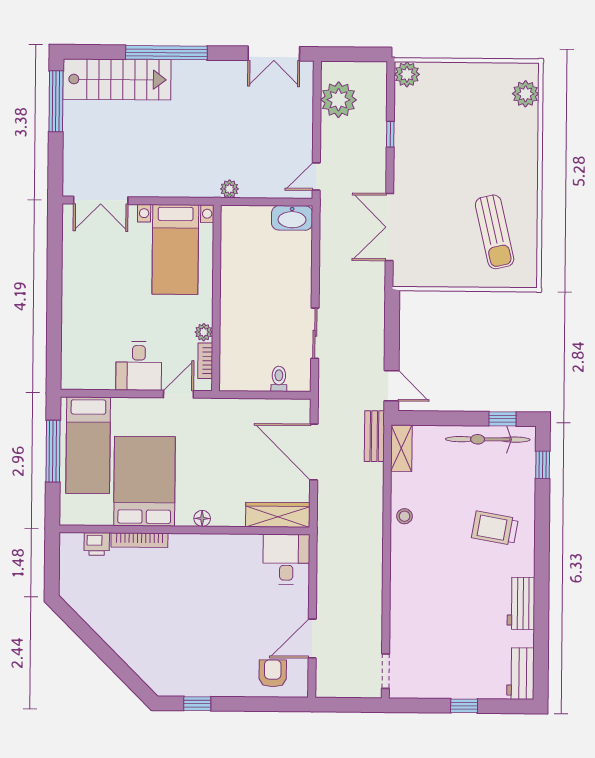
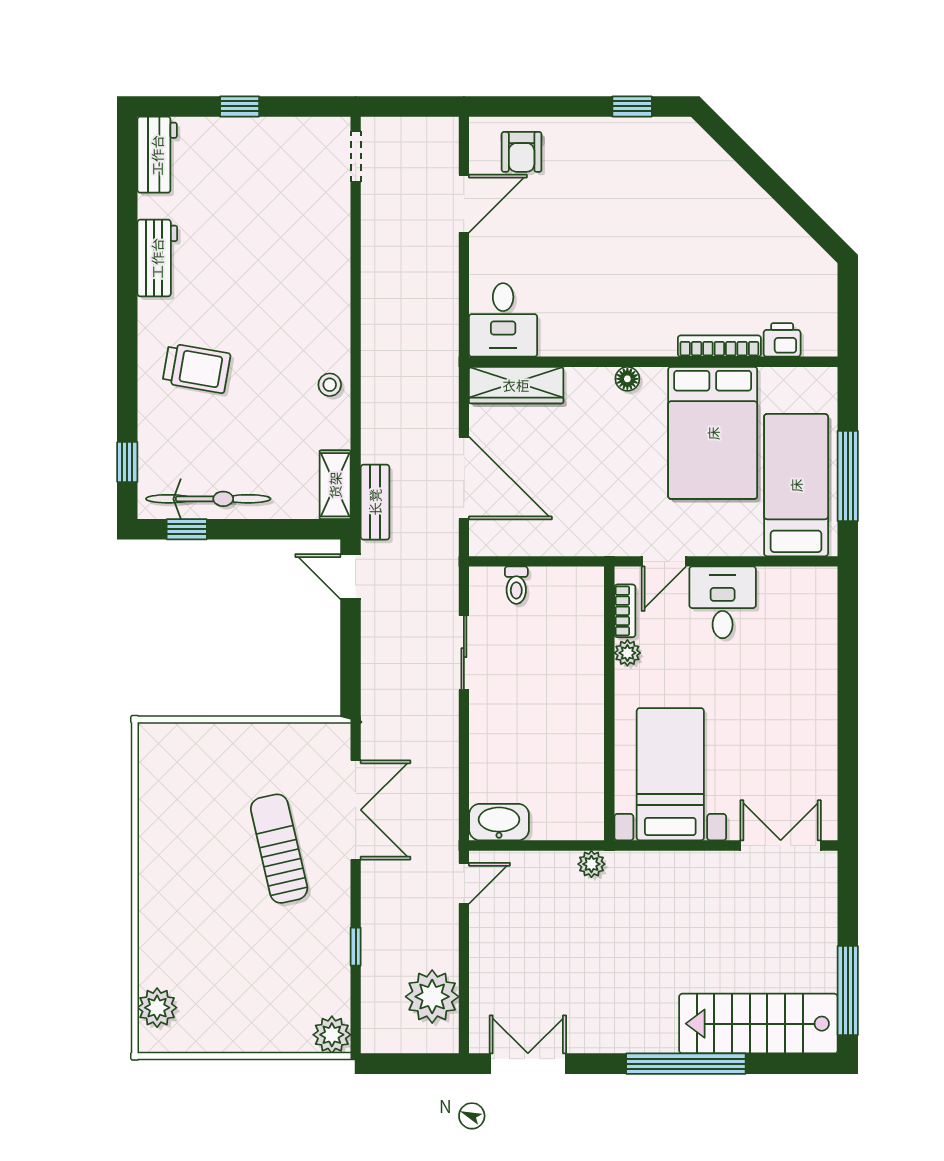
sun lounger: (495, 232) -> (279, 849), moved

